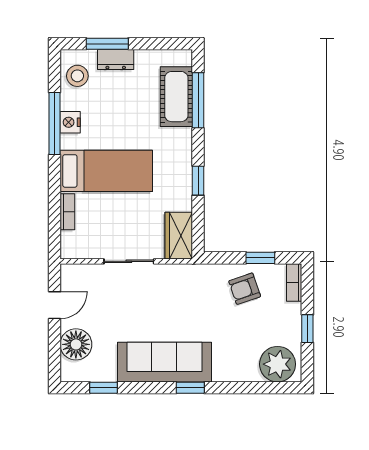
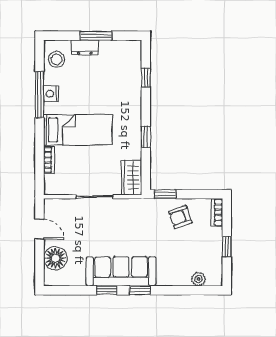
window: (107, 44) -> (96, 36), moved
cot: (176, 97) -> (130, 75), removed
window: (198, 100) -> (146, 77), width x0.46
window: (260, 258) -> (165, 194), moved
door: (54, 305) -> (40, 229), hinge flipped
plant: (278, 364) -> (198, 279), width x0.53, depth x0.53
window: (103, 388) -> (107, 290), moved

